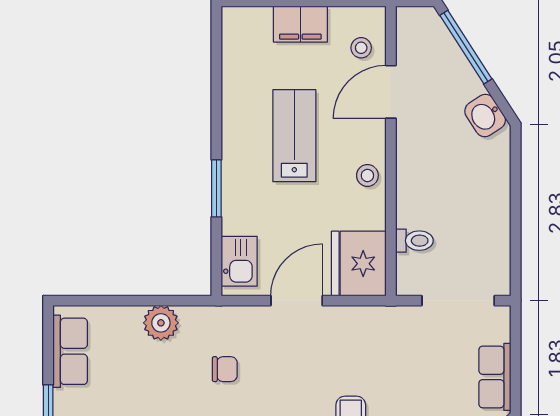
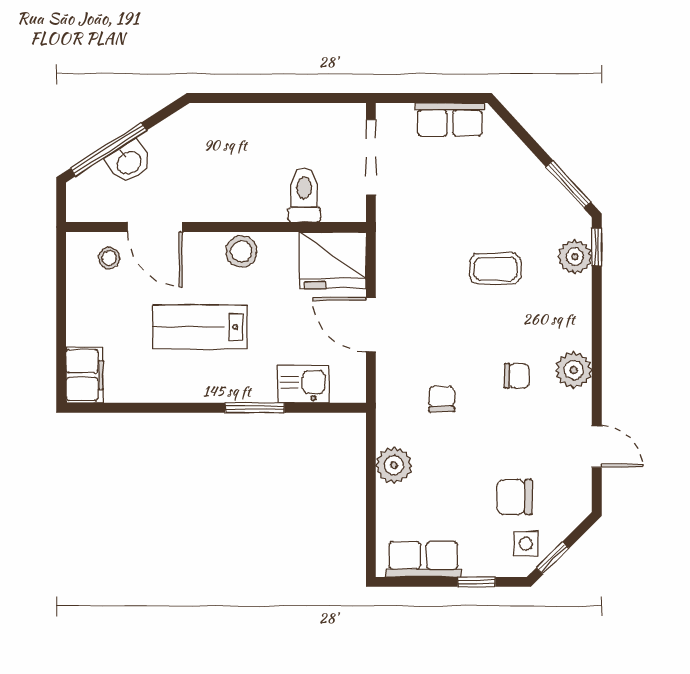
filing cabinet: (300, 24) -> (85, 375), moved
washbasin: (485, 116) -> (129, 162), moved
stool: (367, 175) -> (241, 251), width x1.37, depth x1.37
toilet: (414, 241) -> (304, 195), width x1.37, depth x1.39
kitchen sink: (239, 261) -> (303, 384), moved

